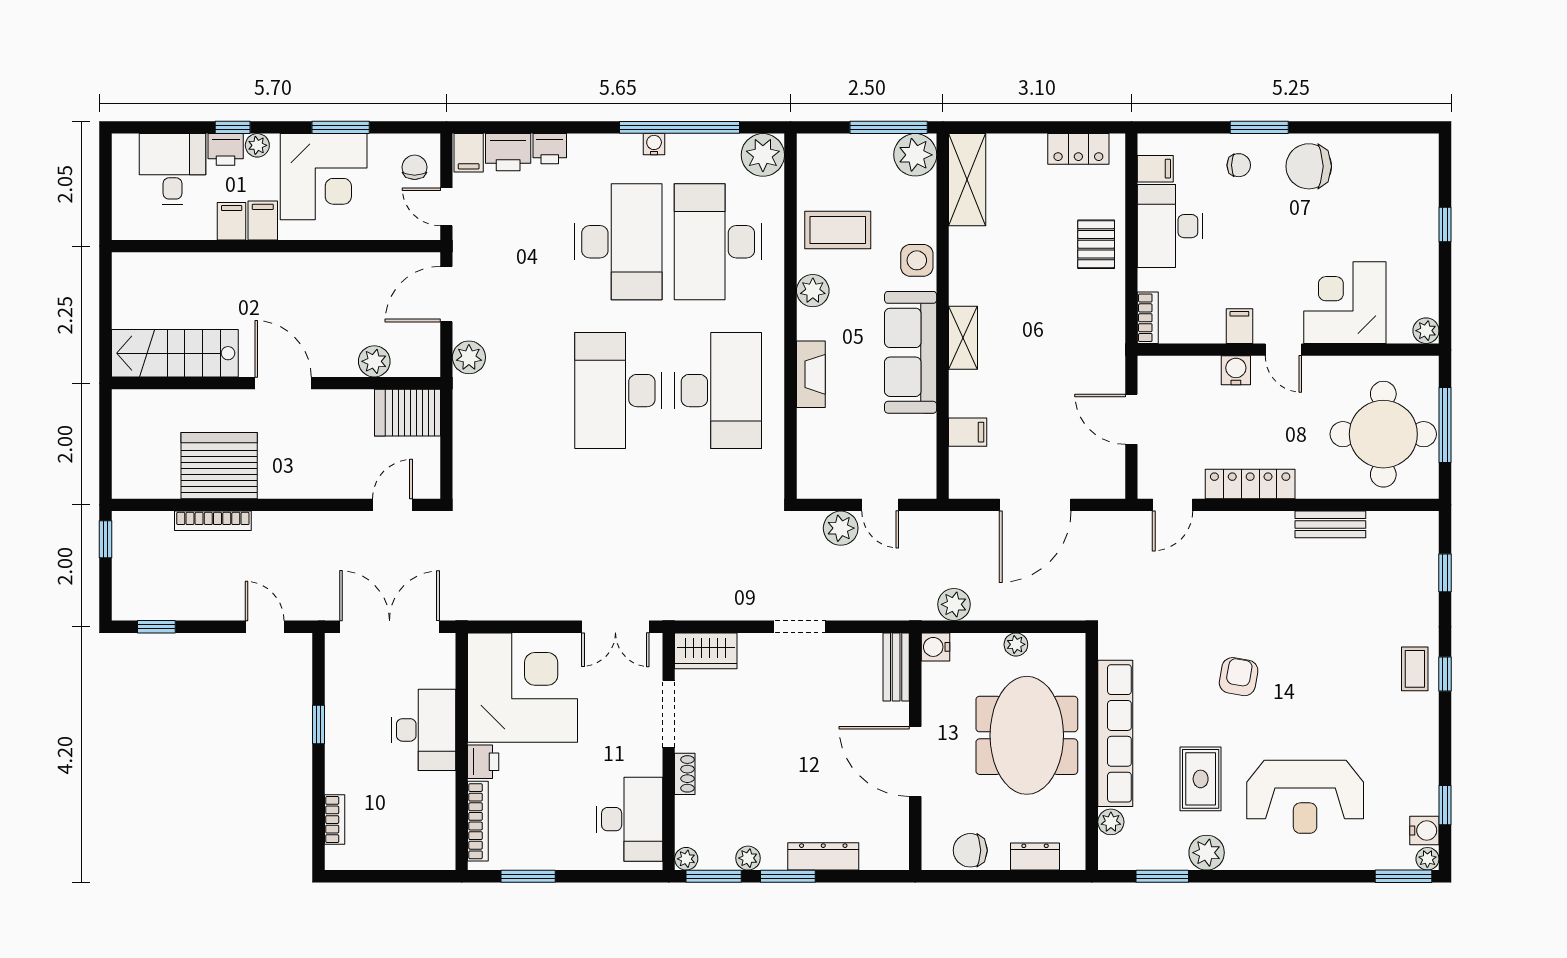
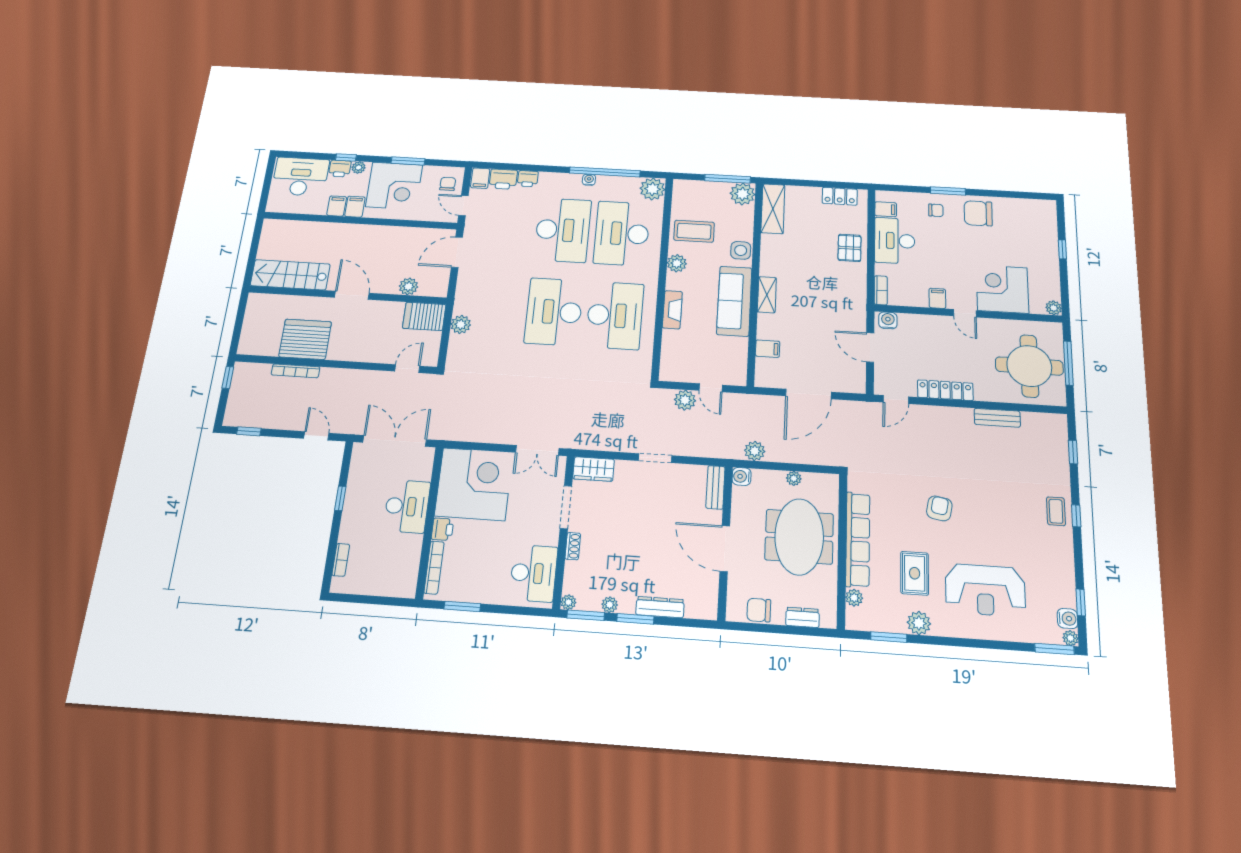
desk: (172, 169) -> (300, 177), width x1.37
plant: (469, 357) -> (461, 324), moved
water cooler: (1236, 370) -> (888, 320), moved

